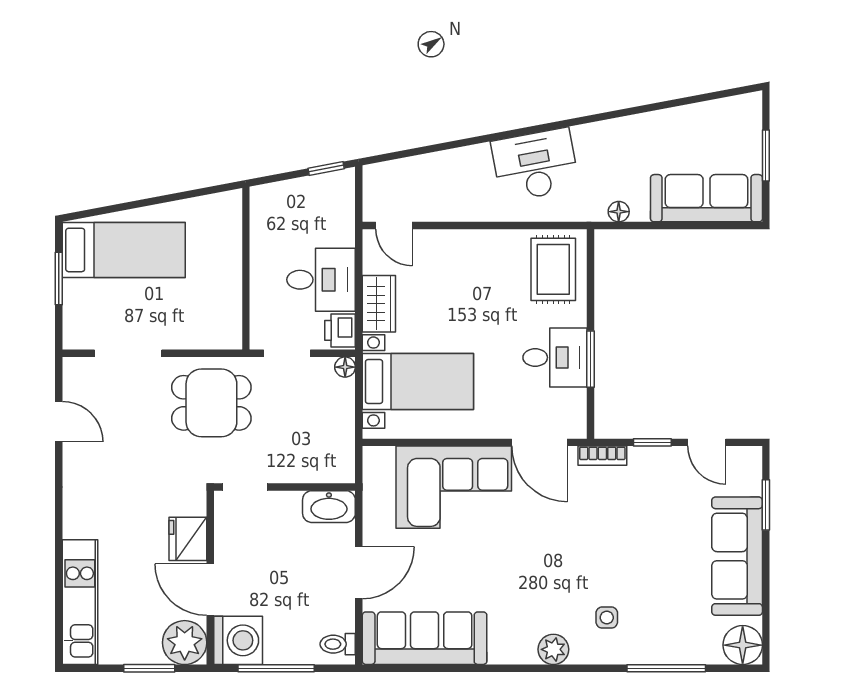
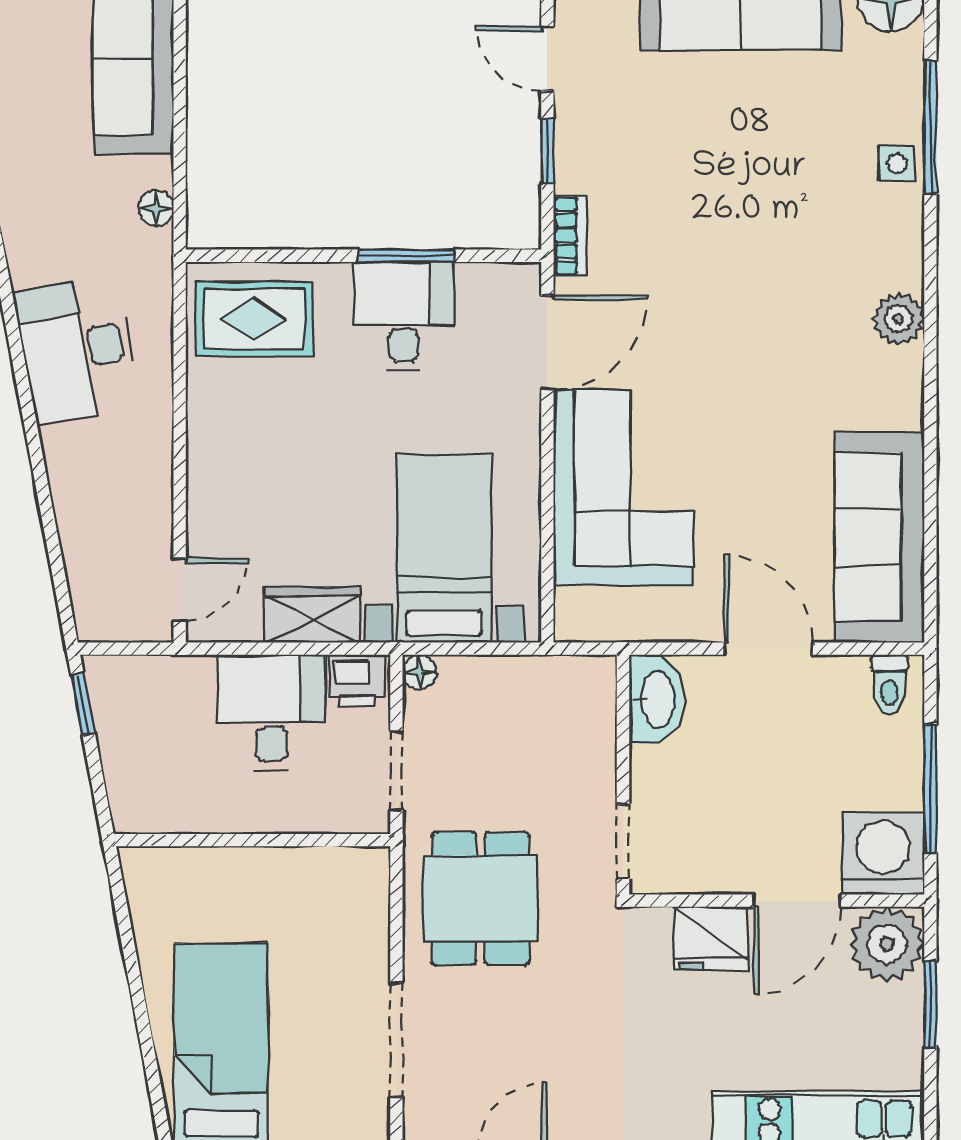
door: (707, 442) -> (547, 59), swing flipped
side table: (607, 618) -> (897, 163), moved

